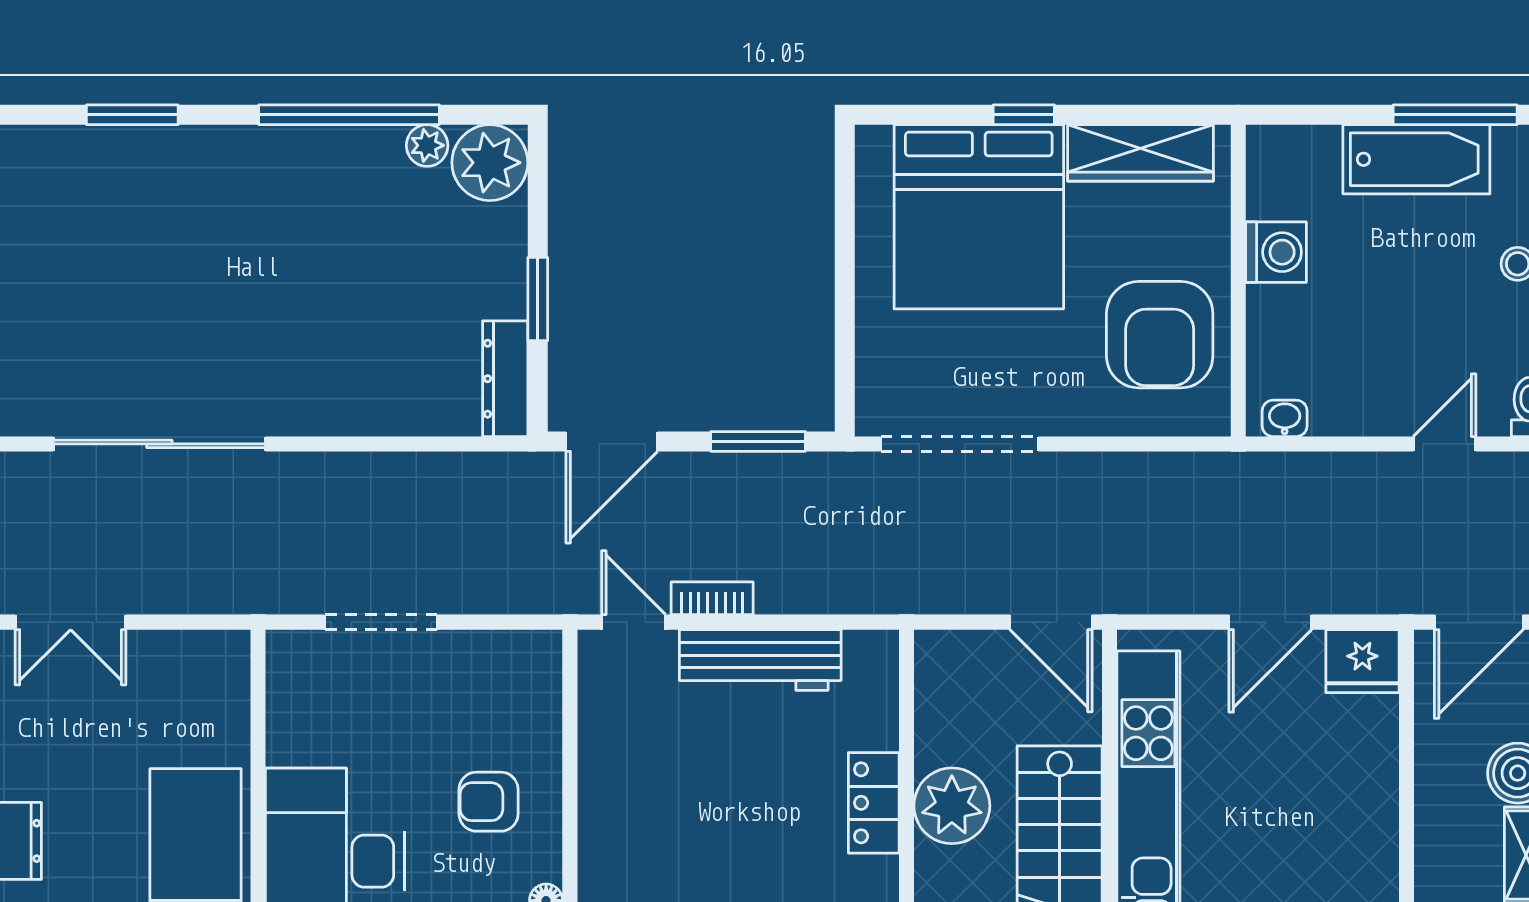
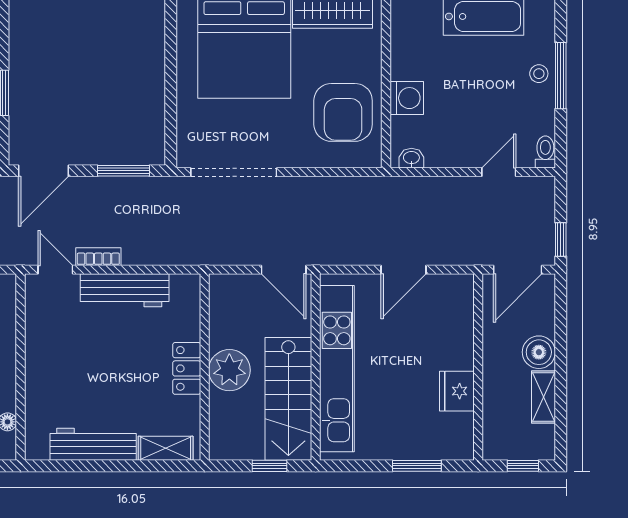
washing machine: (1276, 252) -> (407, 98), moved
fridge: (1362, 661) -> (457, 391), moved, turned 90

